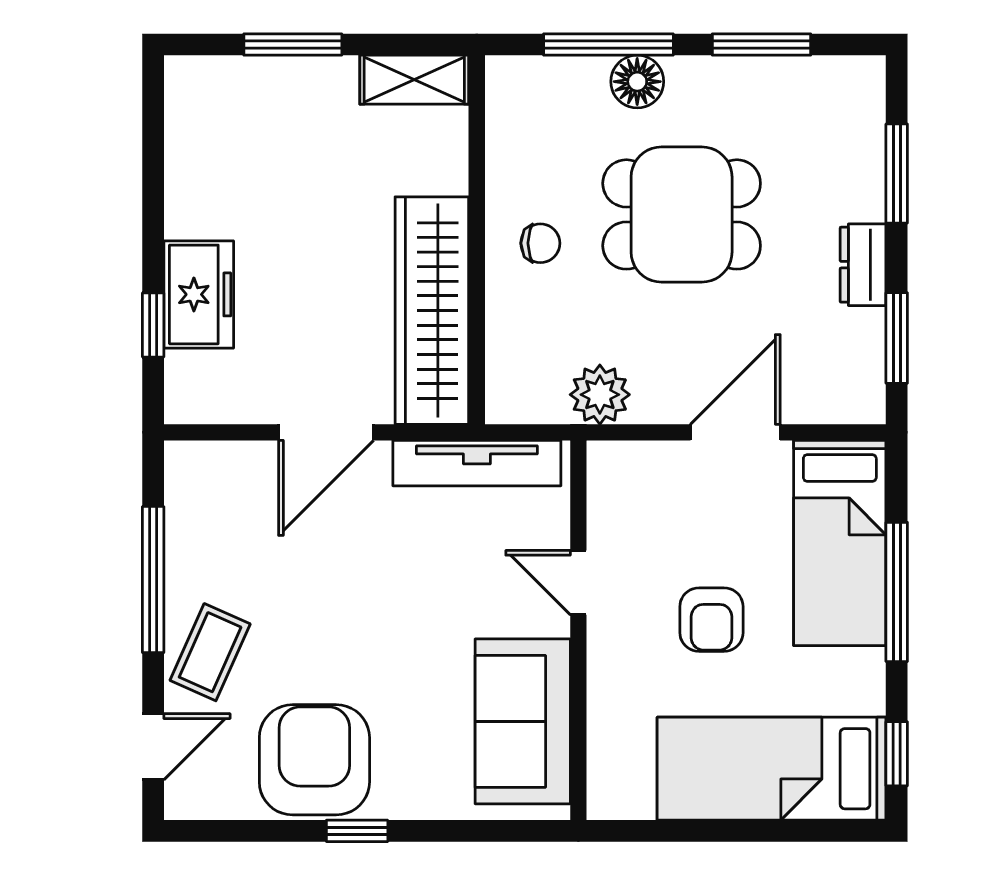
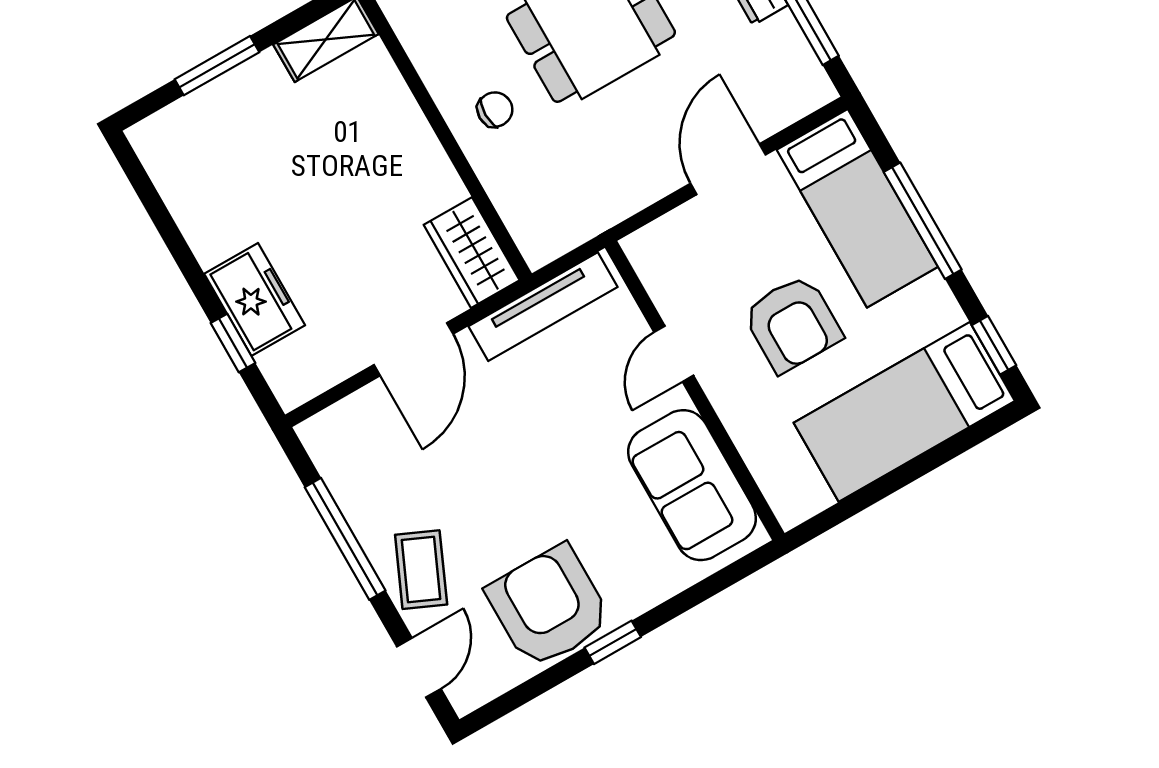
wardrobe: (432, 311) -> (472, 253), width x0.48, depth x0.85
plant: (600, 395) -> (607, 200), removed
door: (578, 583) -> (674, 354), hinge flipped
armchair: (711, 620) -> (792, 324), width x1.38, depth x1.38

